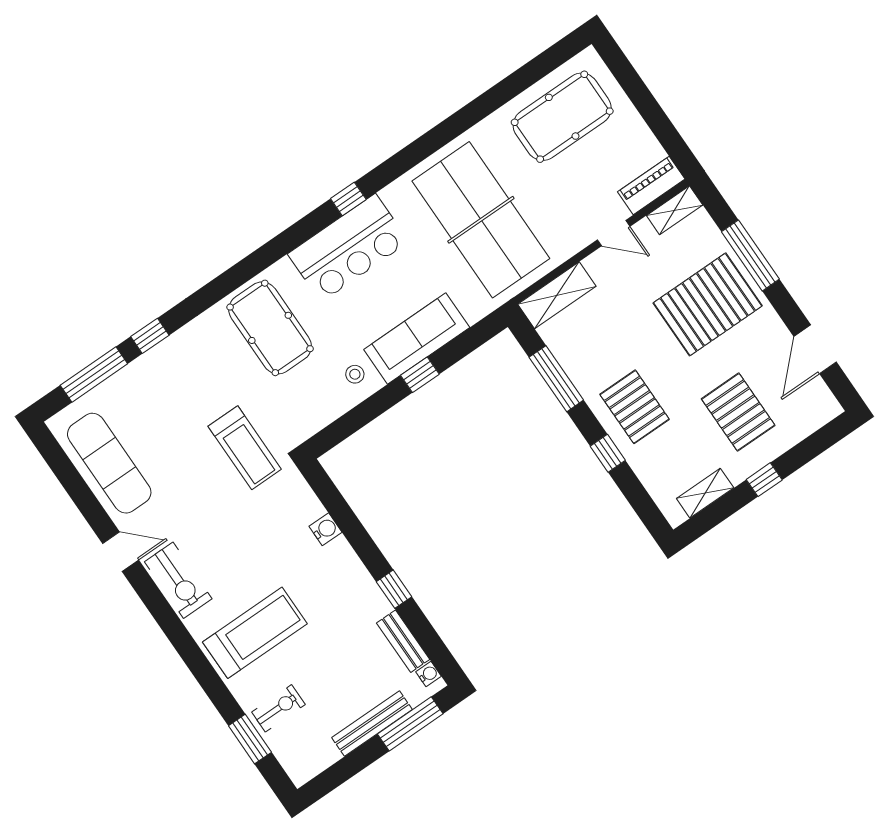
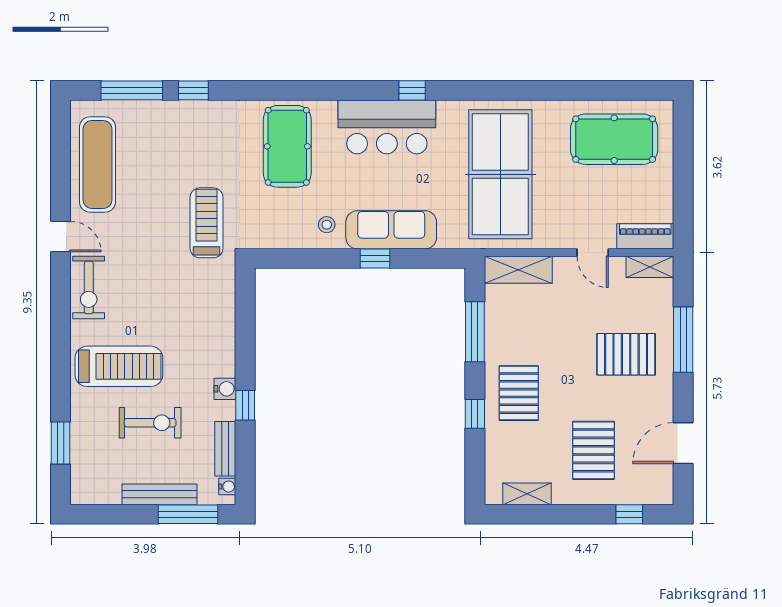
pallet: (708, 304) -> (626, 354), width x0.73, depth x0.71
treadmill: (245, 448) -> (207, 223), turned 180
window: (764, 480) -> (629, 514), moved
water cooler: (325, 529) -> (225, 389), moved
exercise bike: (278, 708) -> (150, 423), moved, width x1.38, depth x1.39

